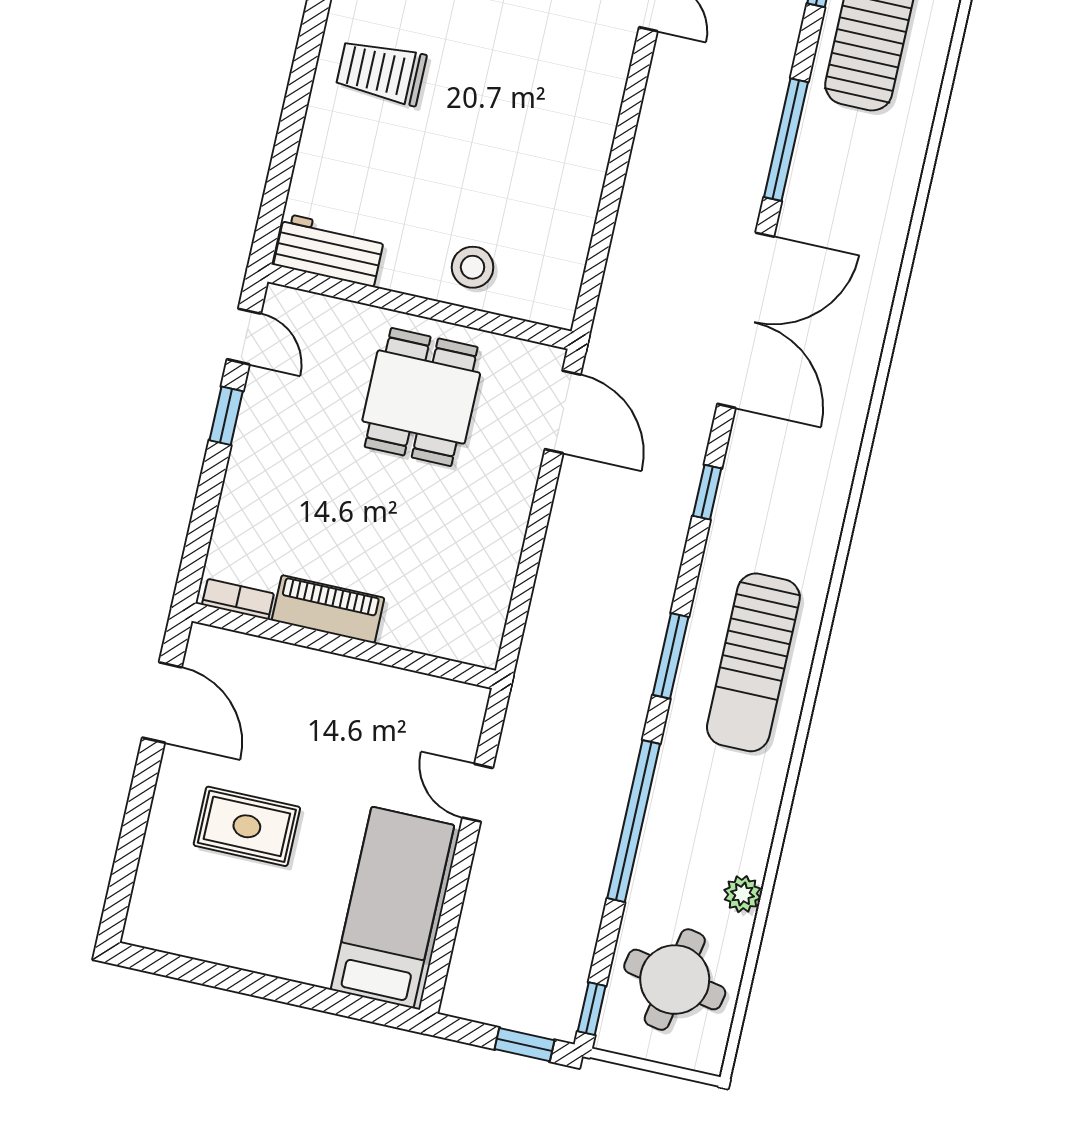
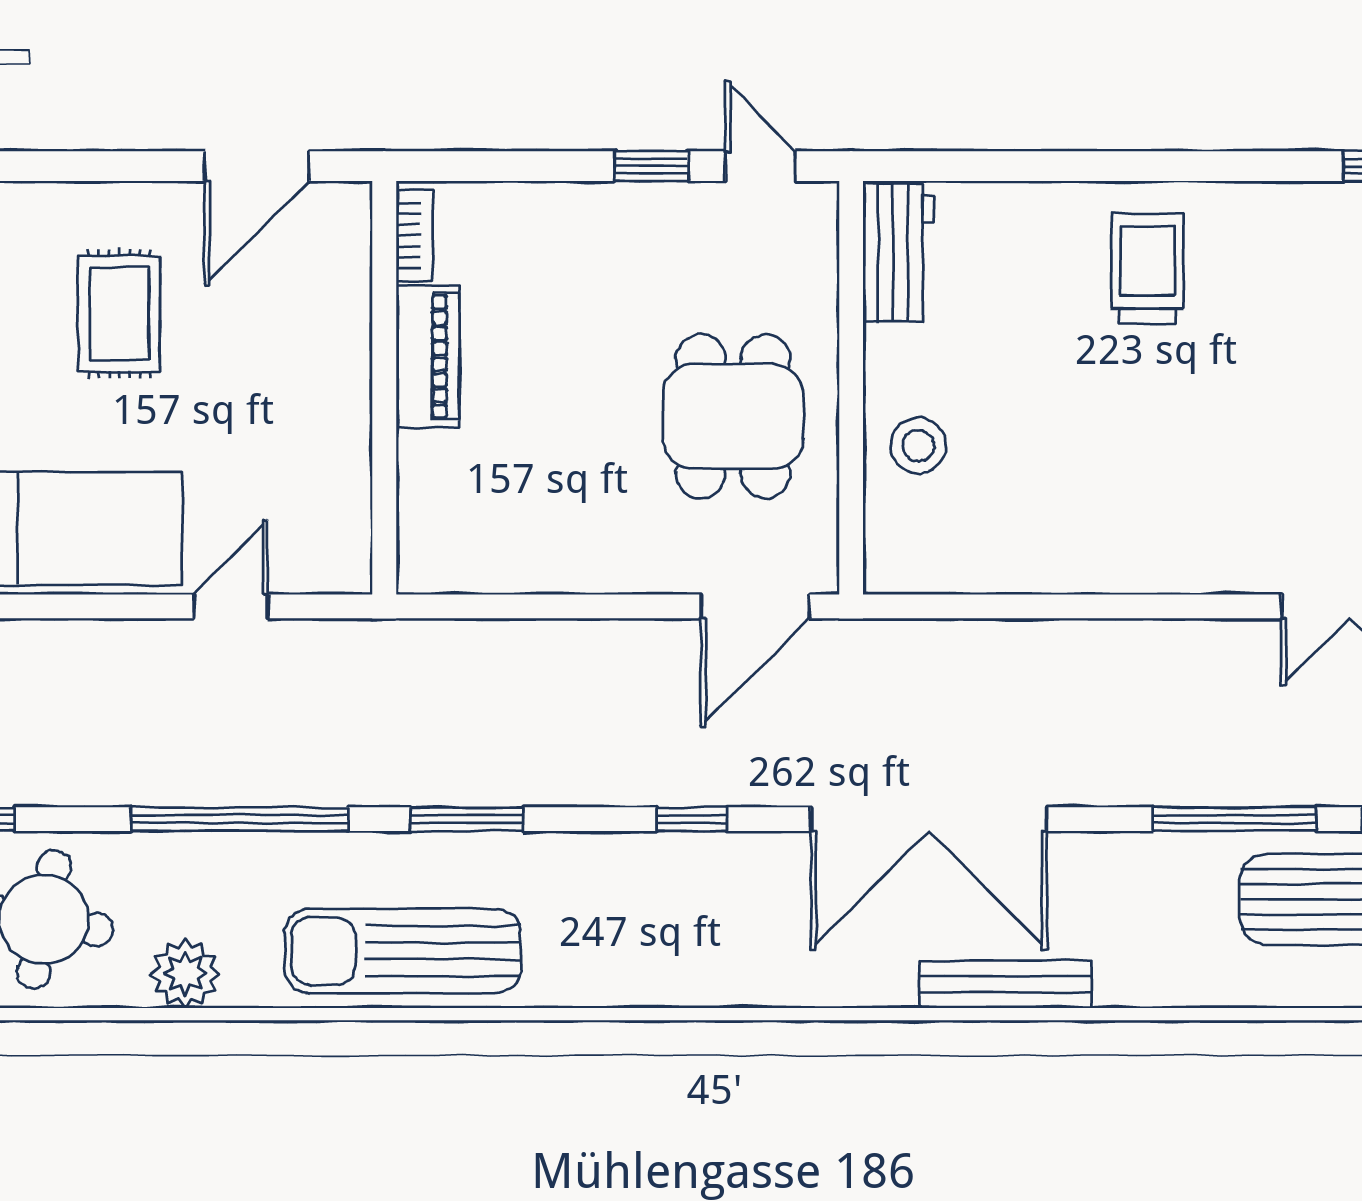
window: (786, 140) -> (1235, 819), moved
bench: (878, 291) -> (1005, 984), added
door: (244, 336) -> (760, 166), swing flipped
dining table: (421, 397) -> (733, 416), turned 90
sun lounger: (753, 662) -> (403, 951), moved
plant: (742, 894) -> (185, 974), width x1.38, depth x1.38

